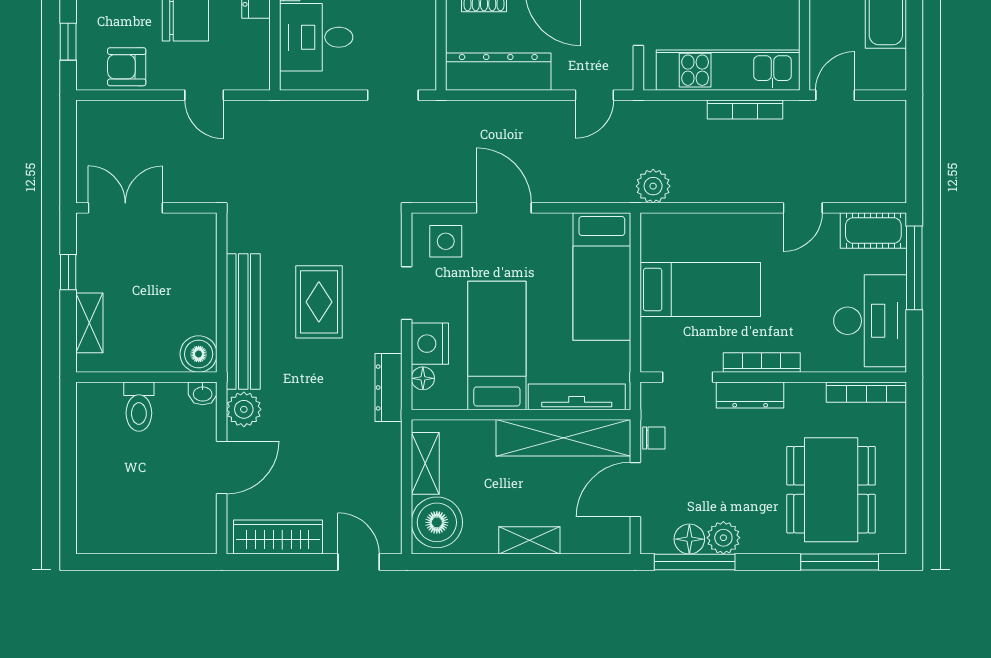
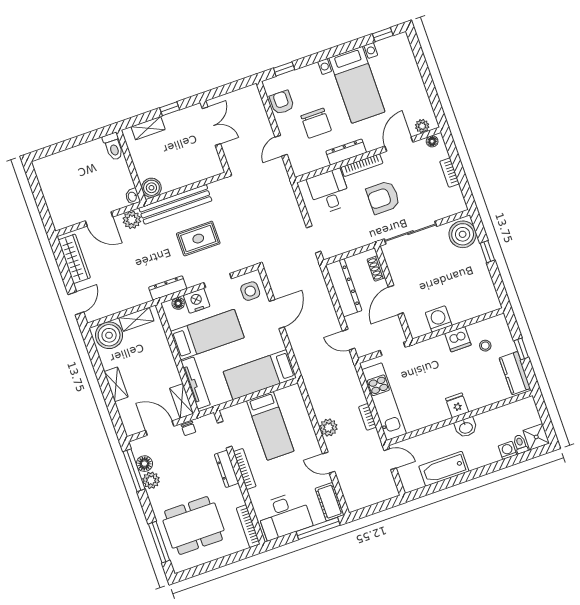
bookcase: (745, 109) -> (368, 417), width x0.64
plant: (653, 186) -> (328, 427), moved
toilet: (139, 407) -> (113, 147), moved, turned -90
shelving: (563, 438) -> (182, 401), width x0.45, depth x0.75

